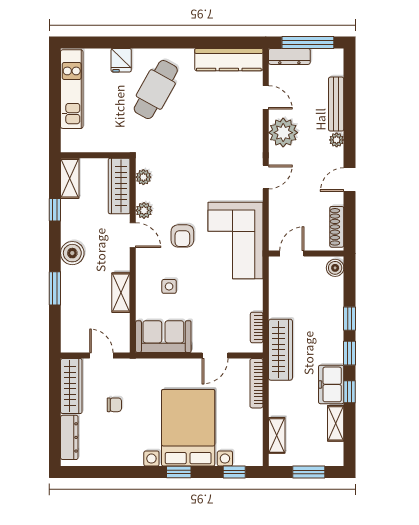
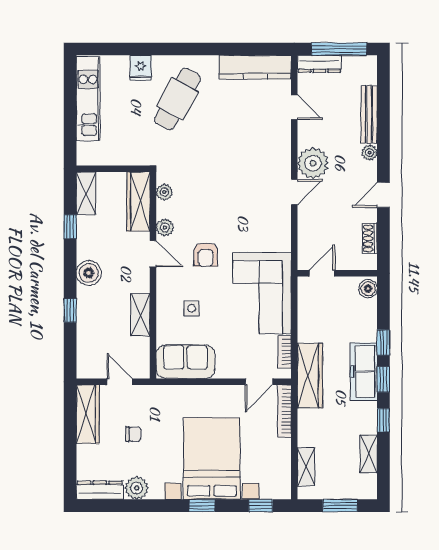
plant: (283, 133) -> (313, 163), moved
shoe rack: (337, 227) -> (370, 238), width x0.70
corner sofa: (235, 241) -> (262, 293), moved
window: (55, 288) -> (70, 310), width x0.67
door: (215, 355) -> (259, 382), moved
freezer: (331, 384) -> (364, 372), moved, width x1.40
dresser: (69, 437) -> (100, 490), moved, turned -90
plant: (117, 455) -> (137, 488), added

